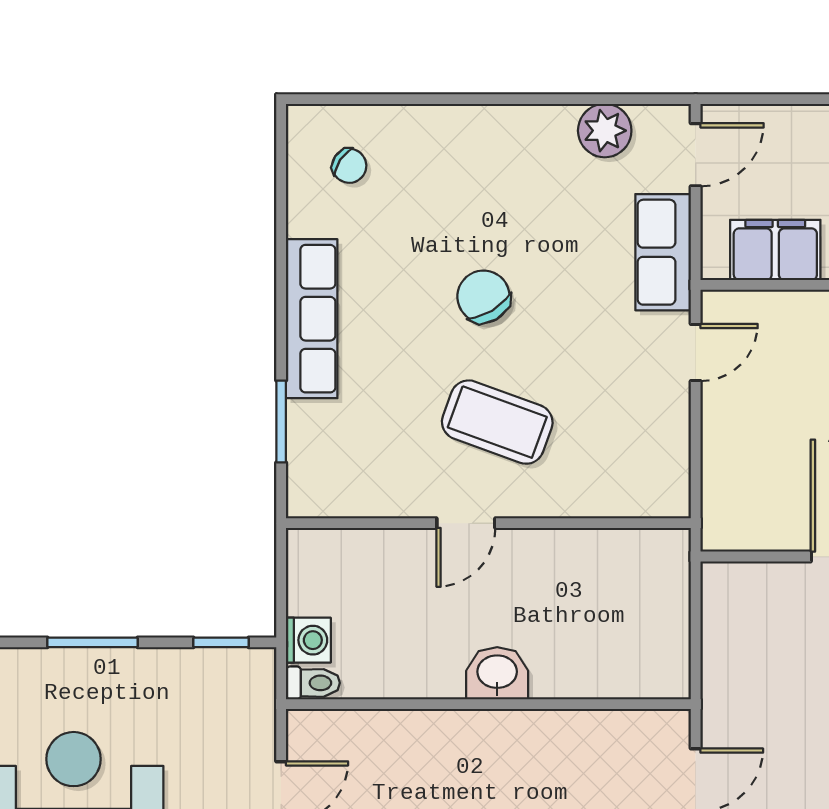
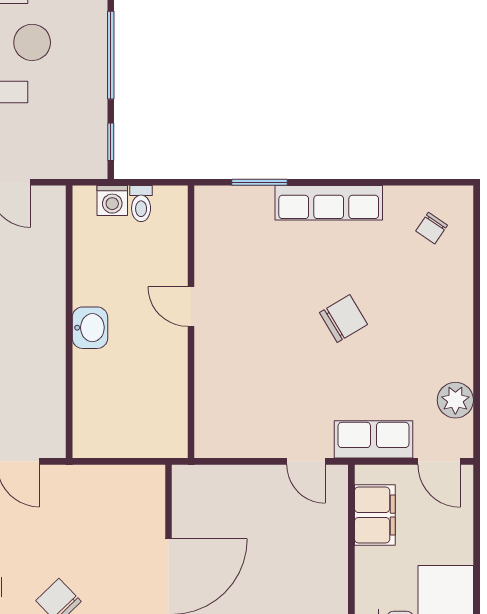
coffee table: (497, 422) -> (259, 328), removed
window: (92, 642) -> (111, 55), width x1.44
toilet: (313, 683) -> (141, 204), moved

